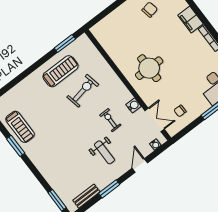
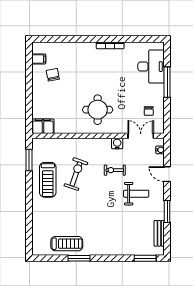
filing cabinet: (190, 20) -> (43, 126), moved, turned 180
treadmill: (60, 71) -> (48, 180), turned 180
exercise bike: (83, 91) -> (76, 174), turned 30

